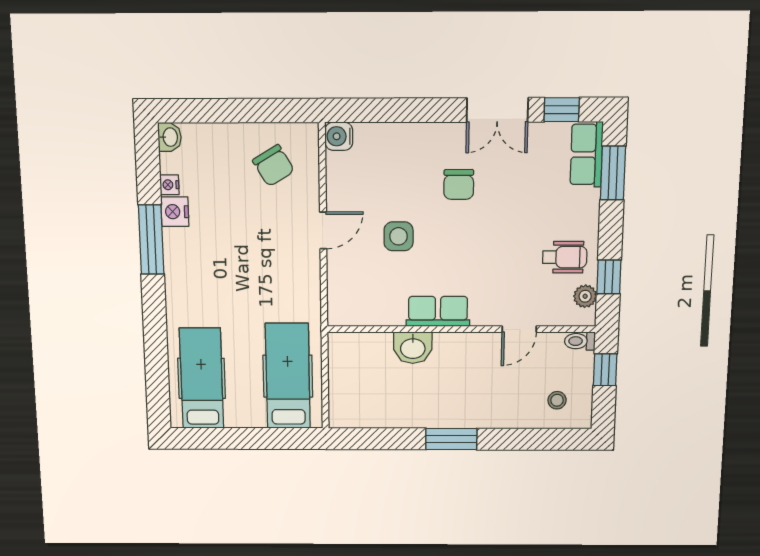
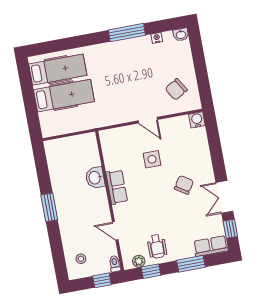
window: (613, 173) -> (191, 264), moved
chair: (459, 184) -> (184, 185), turned 123
nightstand: (175, 212) -> (144, 43), removed
hospital bed: (288, 376) -> (64, 96), moved

